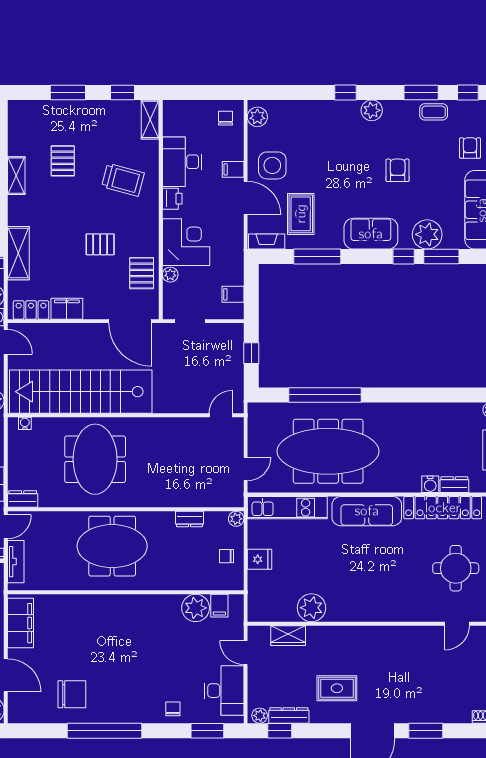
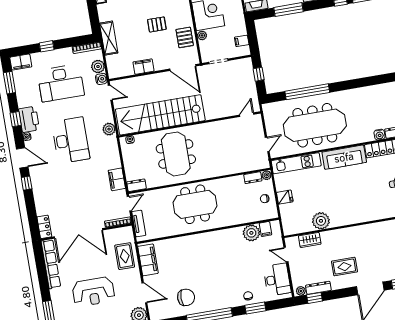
locker: (31, 310) -> (122, 71), removed
dresser: (190, 519) -> (253, 178), moved
window: (207, 731) -> (255, 308), moved

